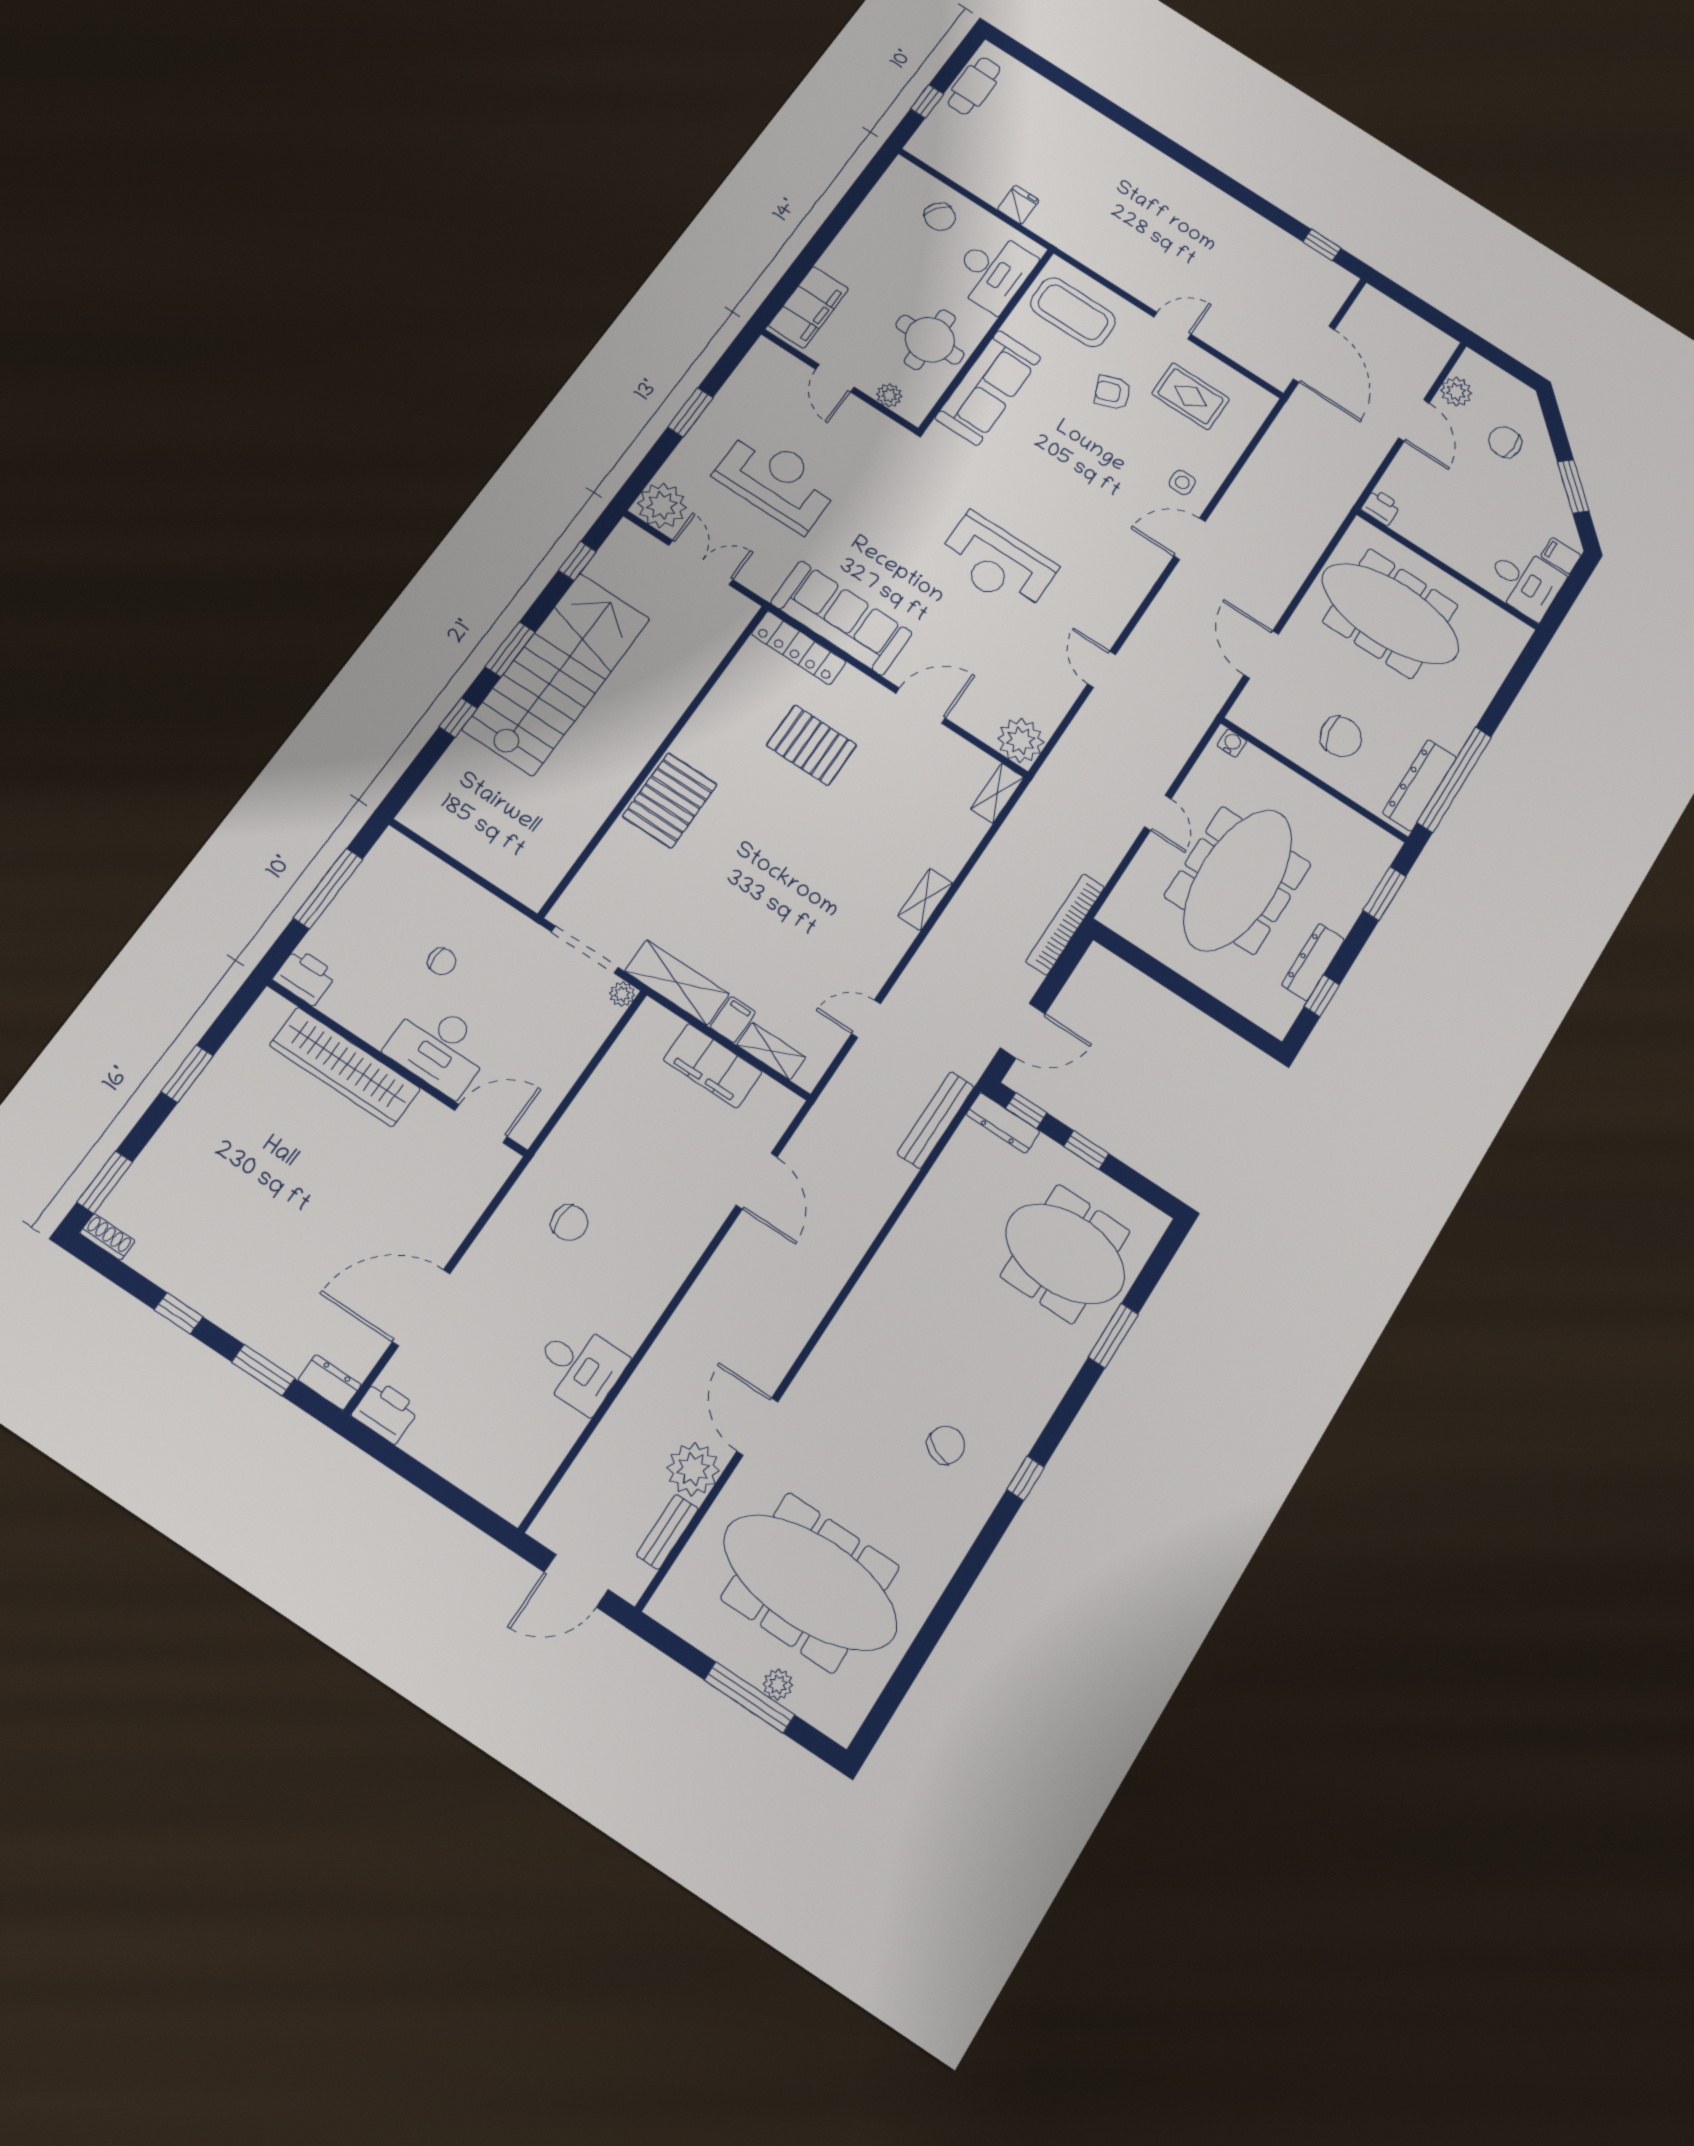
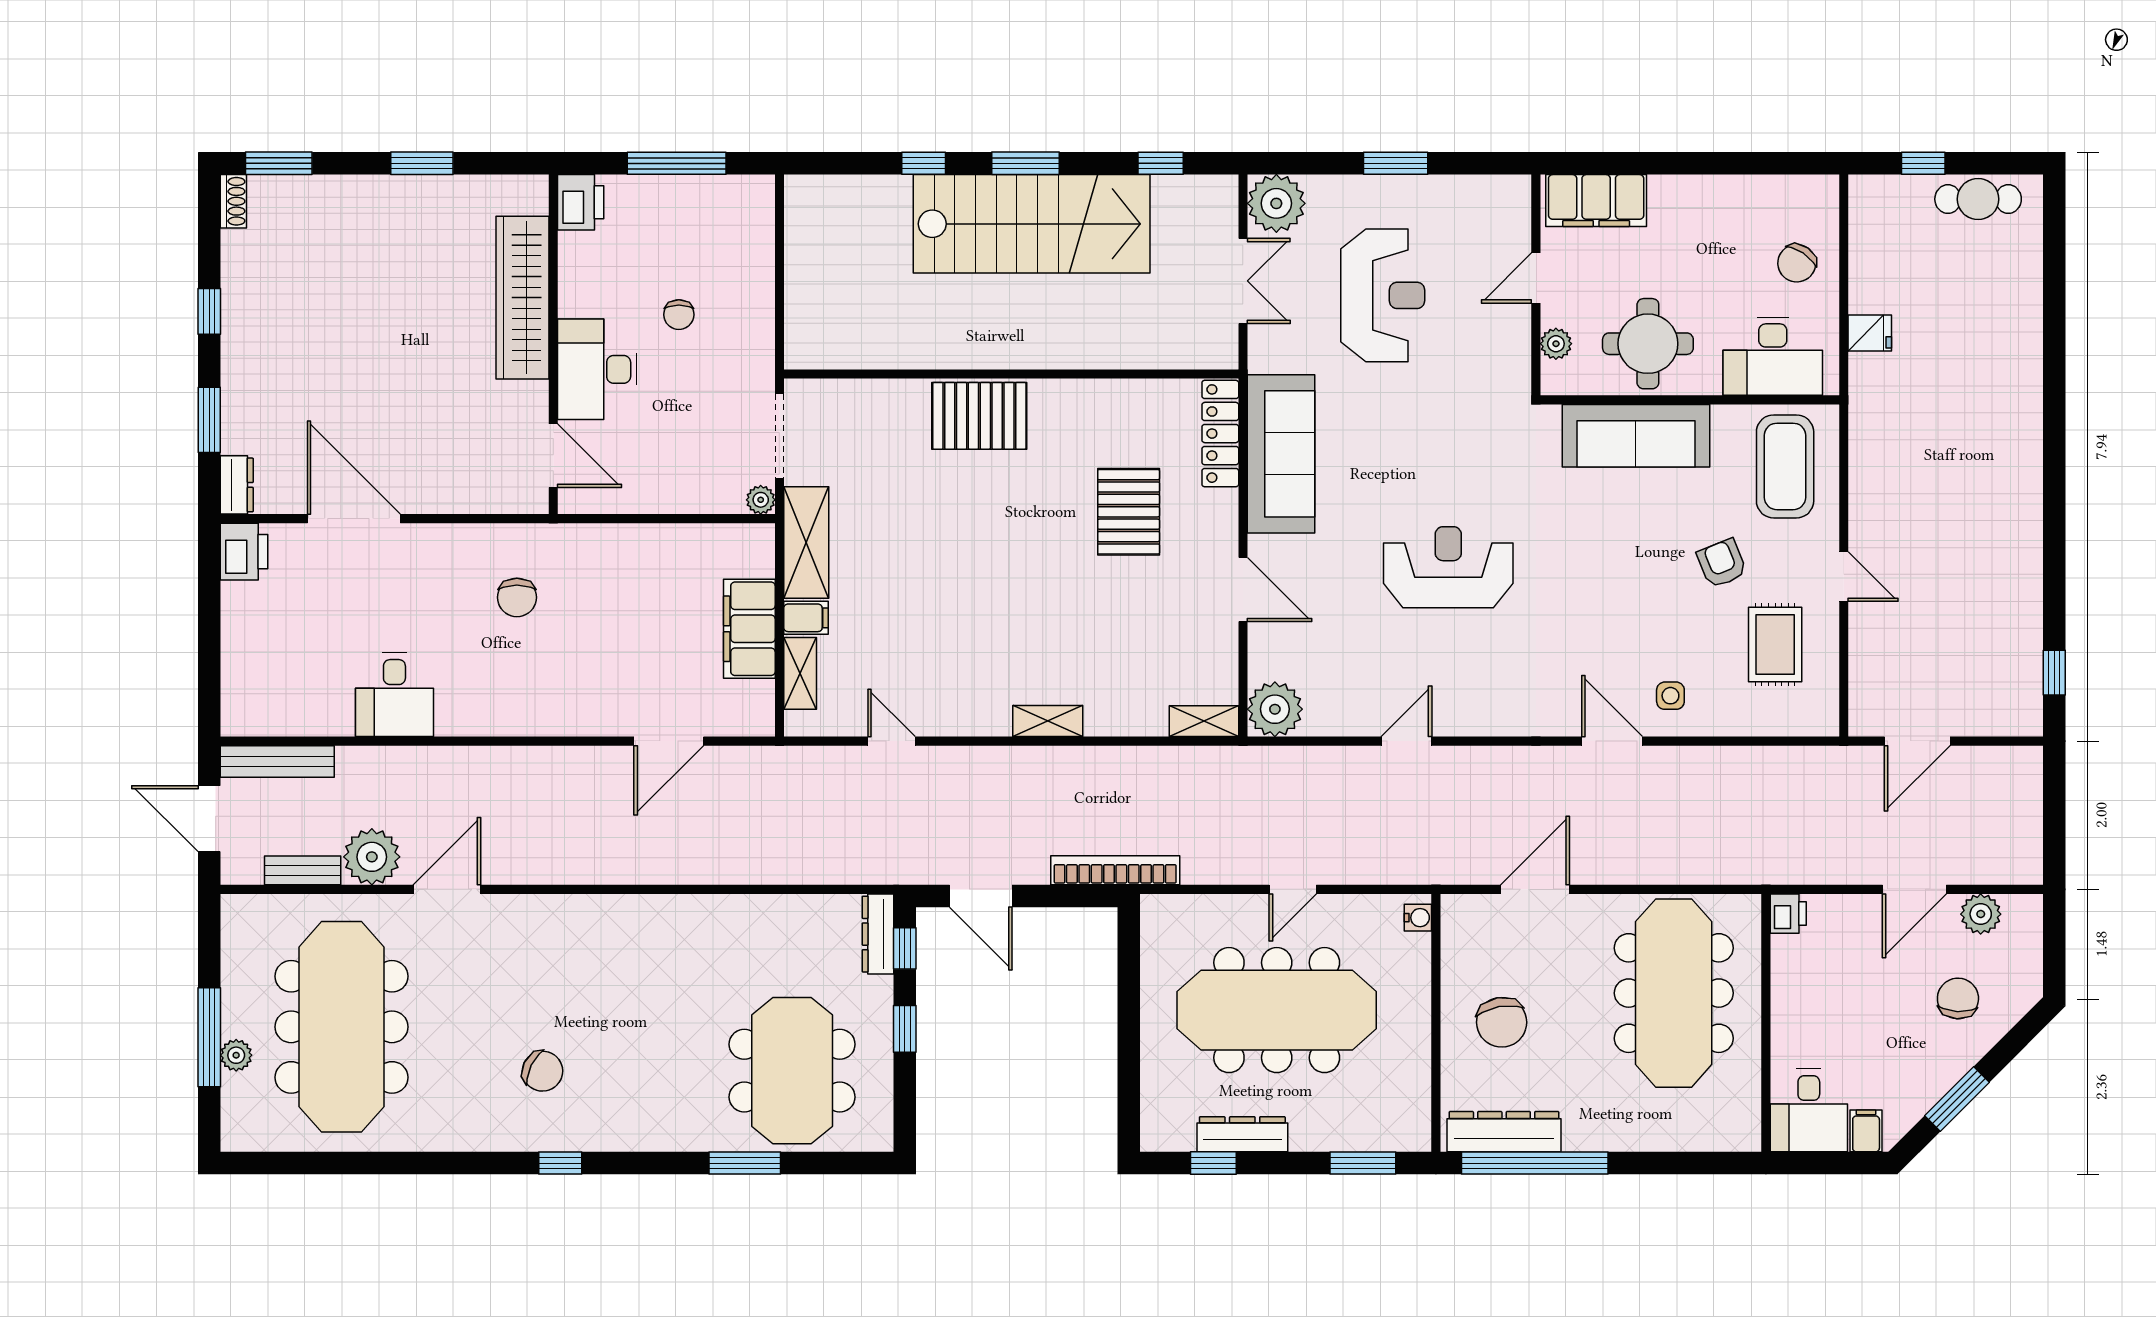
door: (1314, 354) -> (1917, 741), width x0.73
reception desk: (997, 563) -> (1448, 567), turned 90
bench: (936, 1120) -> (277, 761), moved

